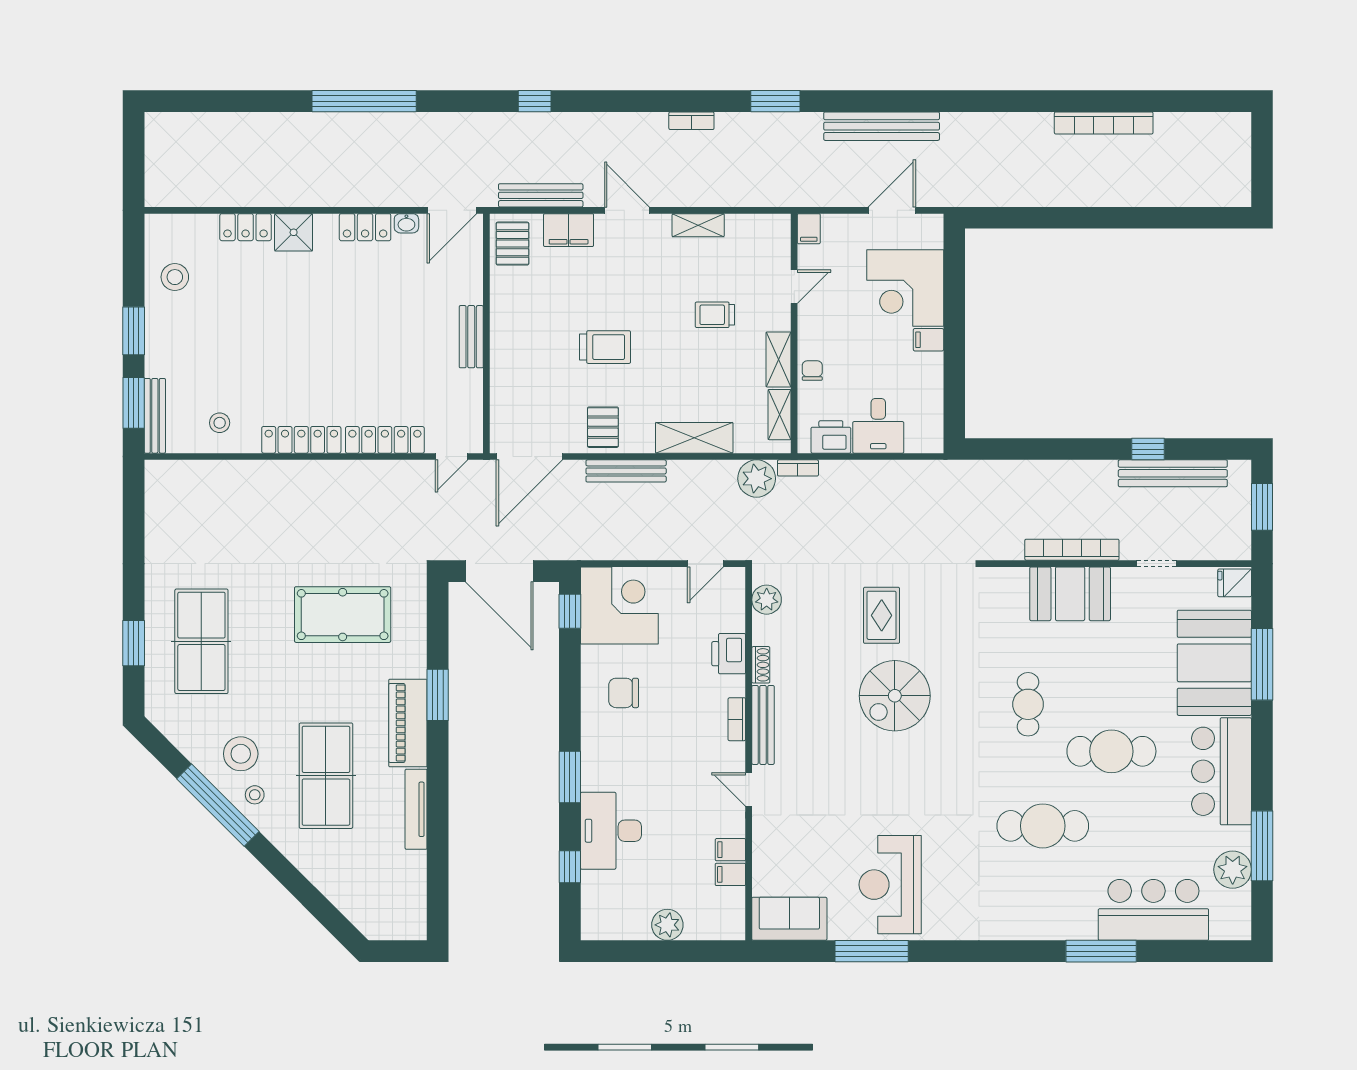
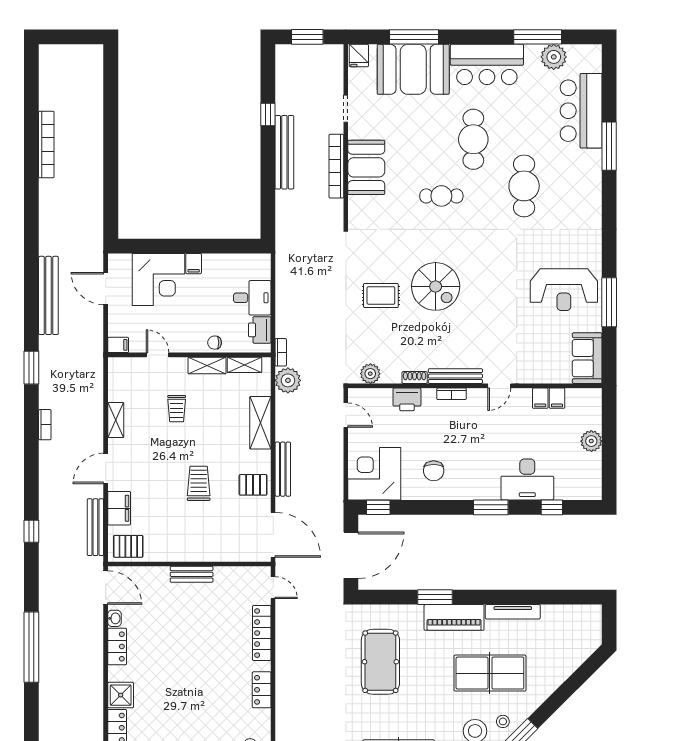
locker: (301, 440) -> (262, 690), width x0.66
bench: (1173, 473) -> (284, 152), moved

